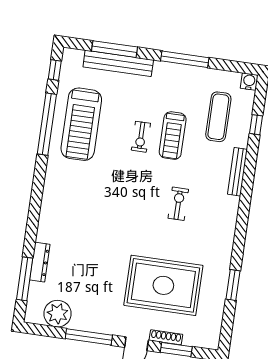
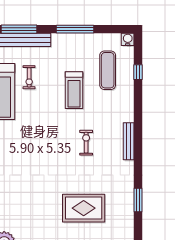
exercise bike: (141, 137) -> (29, 77), moved
bench: (237, 172) -> (129, 141), moved
rug: (163, 285) -> (84, 208), width x0.73, depth x0.69

